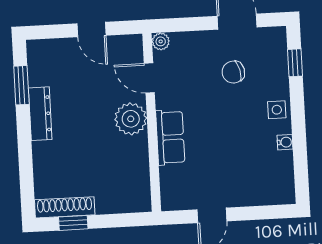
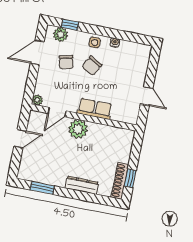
plant: (276, 52) -> (61, 35), added
dresser: (40, 114) -> (82, 185), moved
chair: (238, 115) -> (92, 66), added

